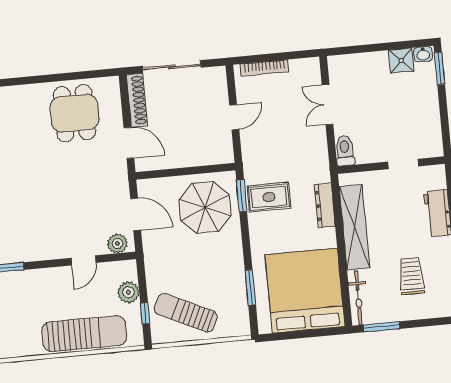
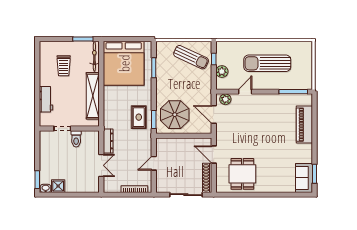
toilet: (345, 151) -> (76, 139), moved
rug: (269, 197) -> (139, 117), turned 90
dresser: (325, 205) -> (108, 141), moved
sun lounger: (84, 334) -> (267, 63), moved

